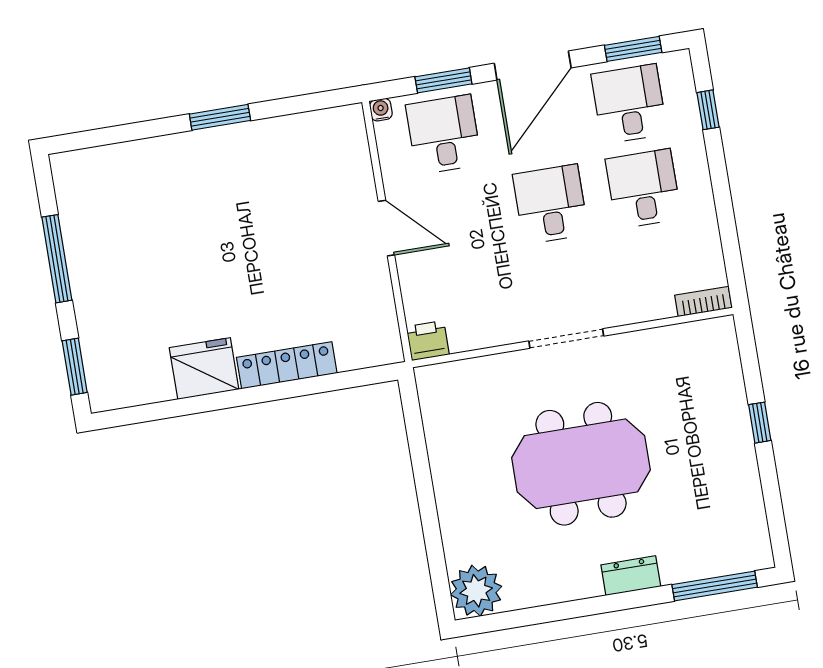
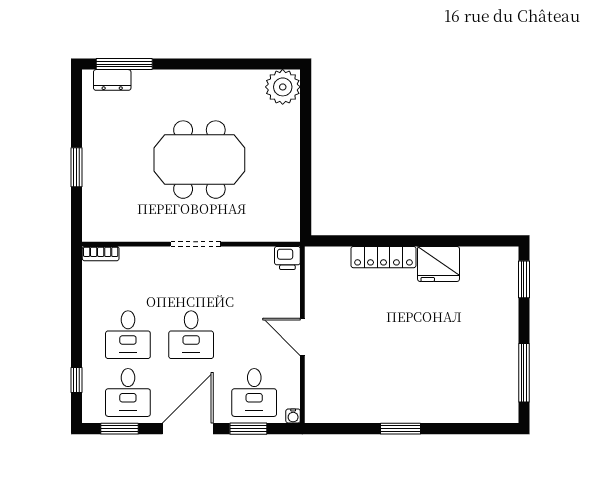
window: (57, 259) -> (524, 373), moved
window: (760, 423) -> (76, 167), width x1.50
dresser: (631, 576) -> (112, 80), moved

